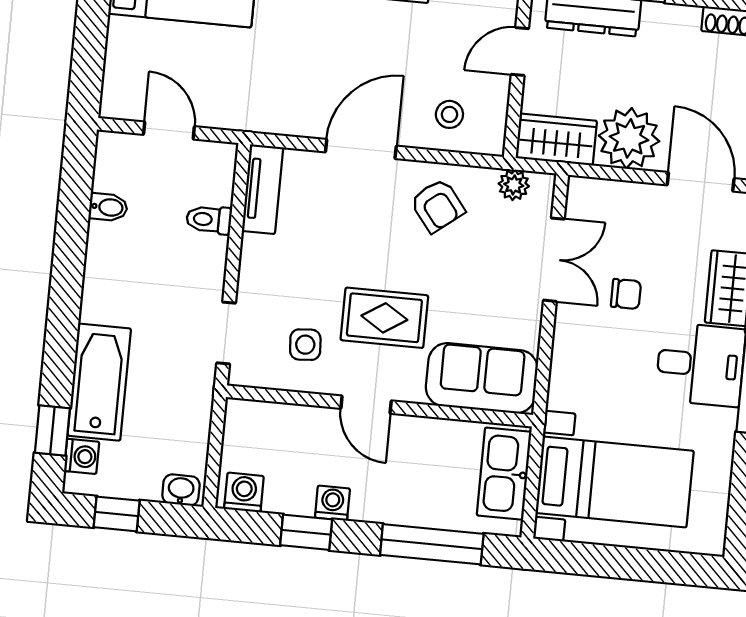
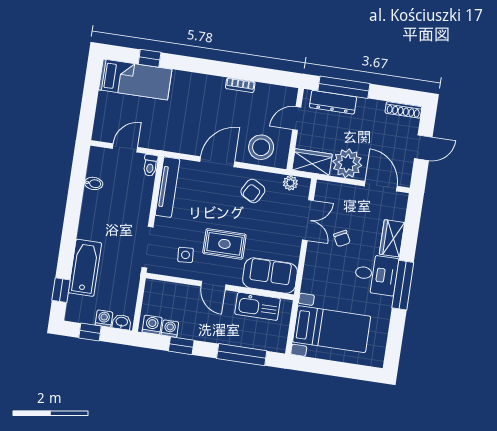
stool: (449, 114) -> (261, 147), width x1.89, depth x1.89
door: (169, 131) -> (125, 148), hinge flipped
tv unit: (262, 189) -> (167, 187), width x1.41
armchair: (437, 206) -> (253, 191), turned 67
toilet: (209, 220) -> (150, 165), moved, turned -90
chair: (626, 294) -> (342, 239), turned 63
doorway: (226, 333) -> (148, 247), width x1.38
washing machine: (82, 456) -> (104, 319), moved, turned -90
kitchen sink: (504, 474) -> (258, 306), moved, turned -90
washing machine: (332, 503) -> (170, 328), moved

